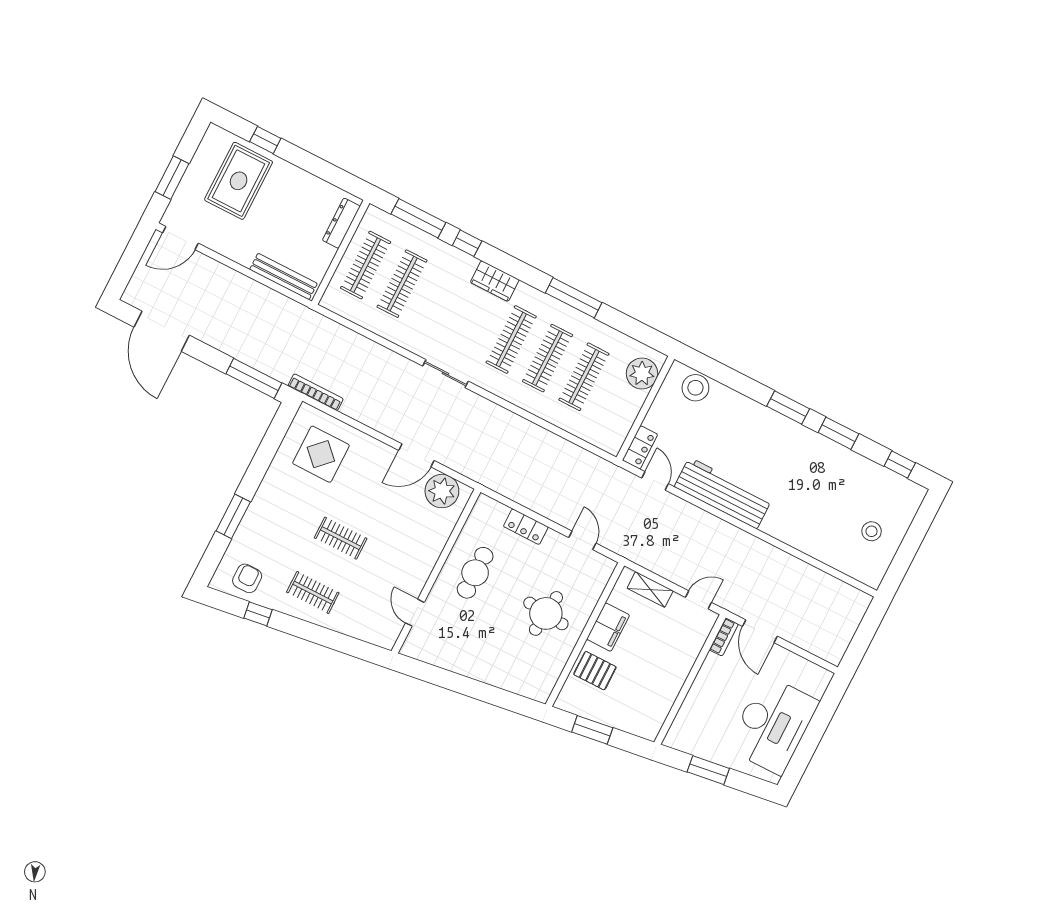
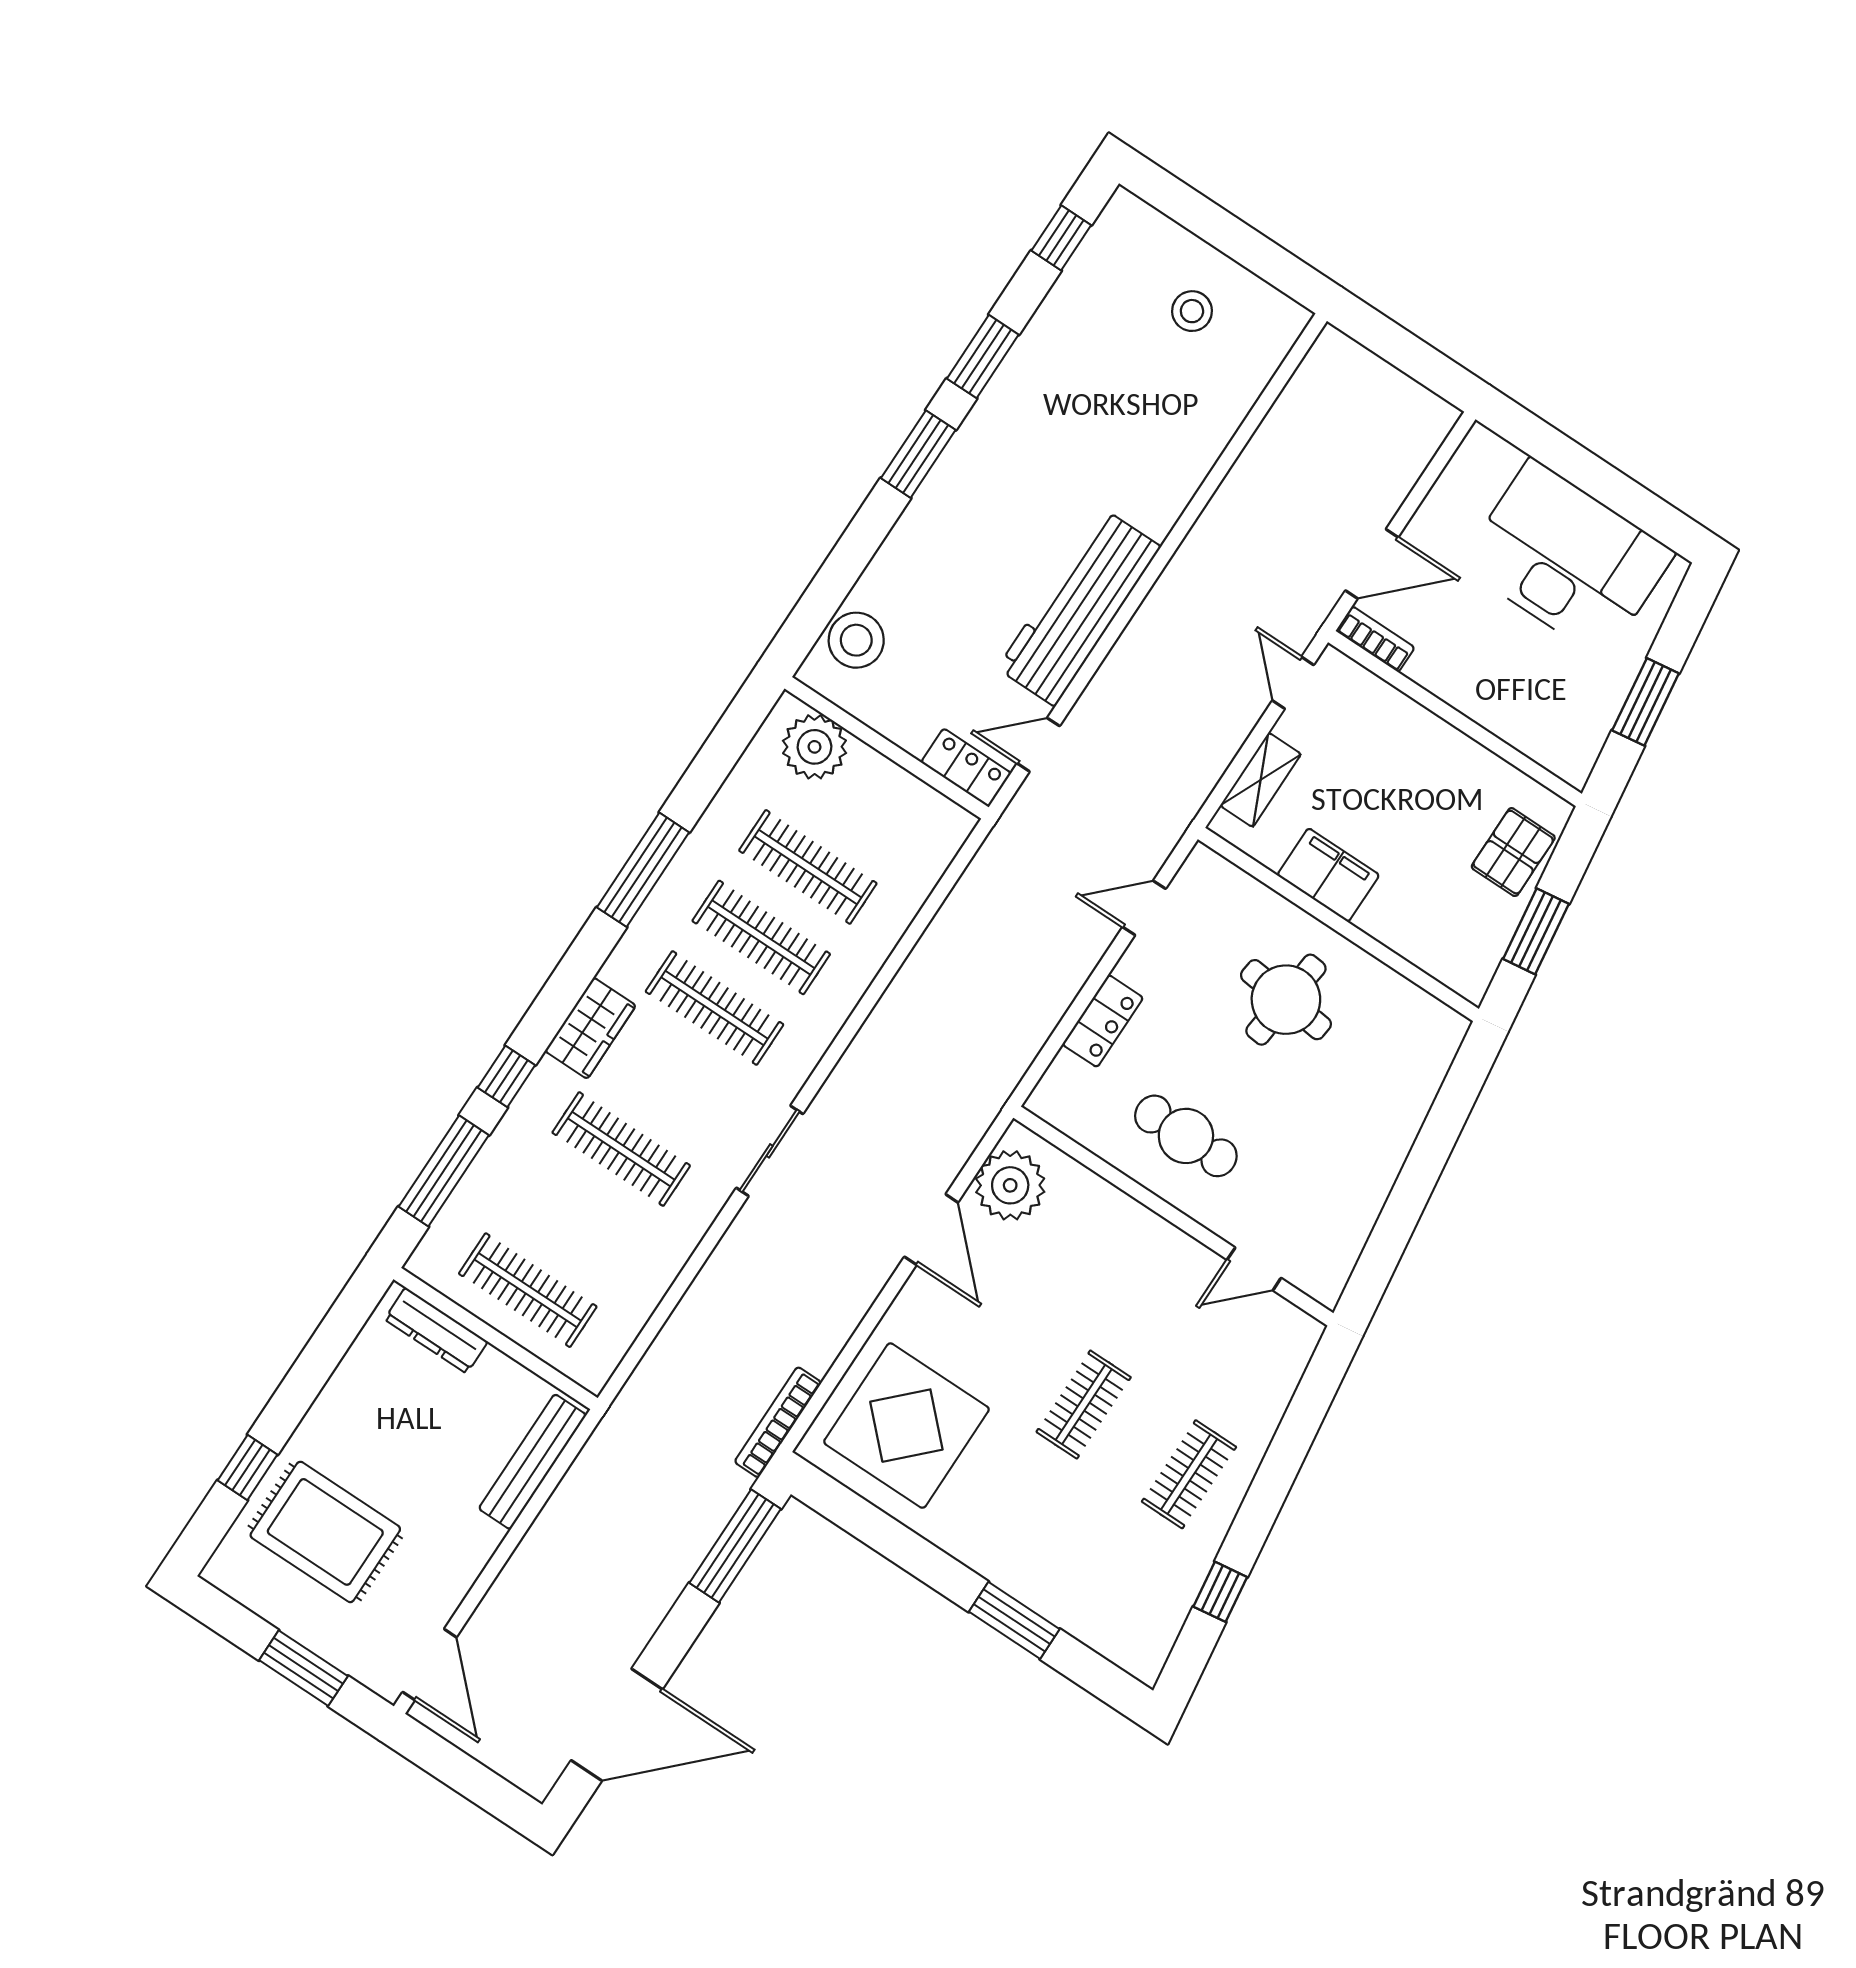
clothes rail: (402, 284) -> (621, 1149), moved
display table: (321, 454) -> (906, 1426), width x1.36, depth x1.36
armchair: (247, 578) -> (1145, 1606), removed
pallet: (595, 671) -> (1513, 852), moved

